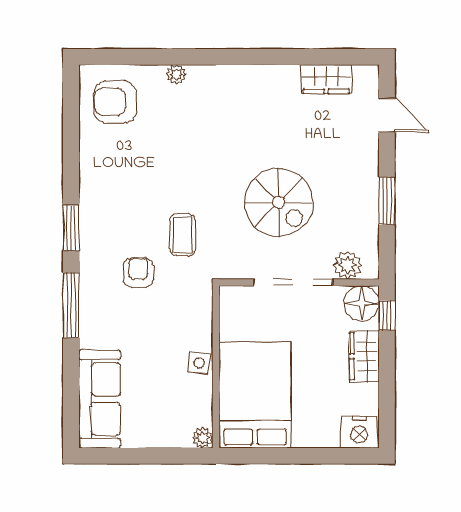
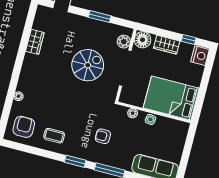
wardrobe: (326, 79) -> (35, 42), moved
armchair: (115, 102) -> (24, 127), turned 180
coffee table: (183, 235) -> (54, 136), moved
window: (387, 316) -> (189, 40), moved
plant: (202, 438) -> (133, 113), moved

